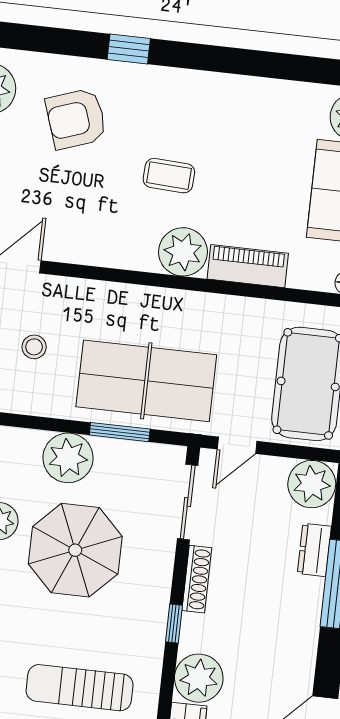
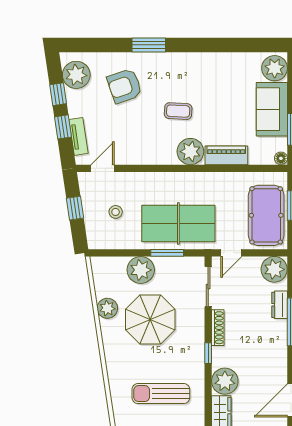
window: (129, 49) -> (149, 45), width x1.50

